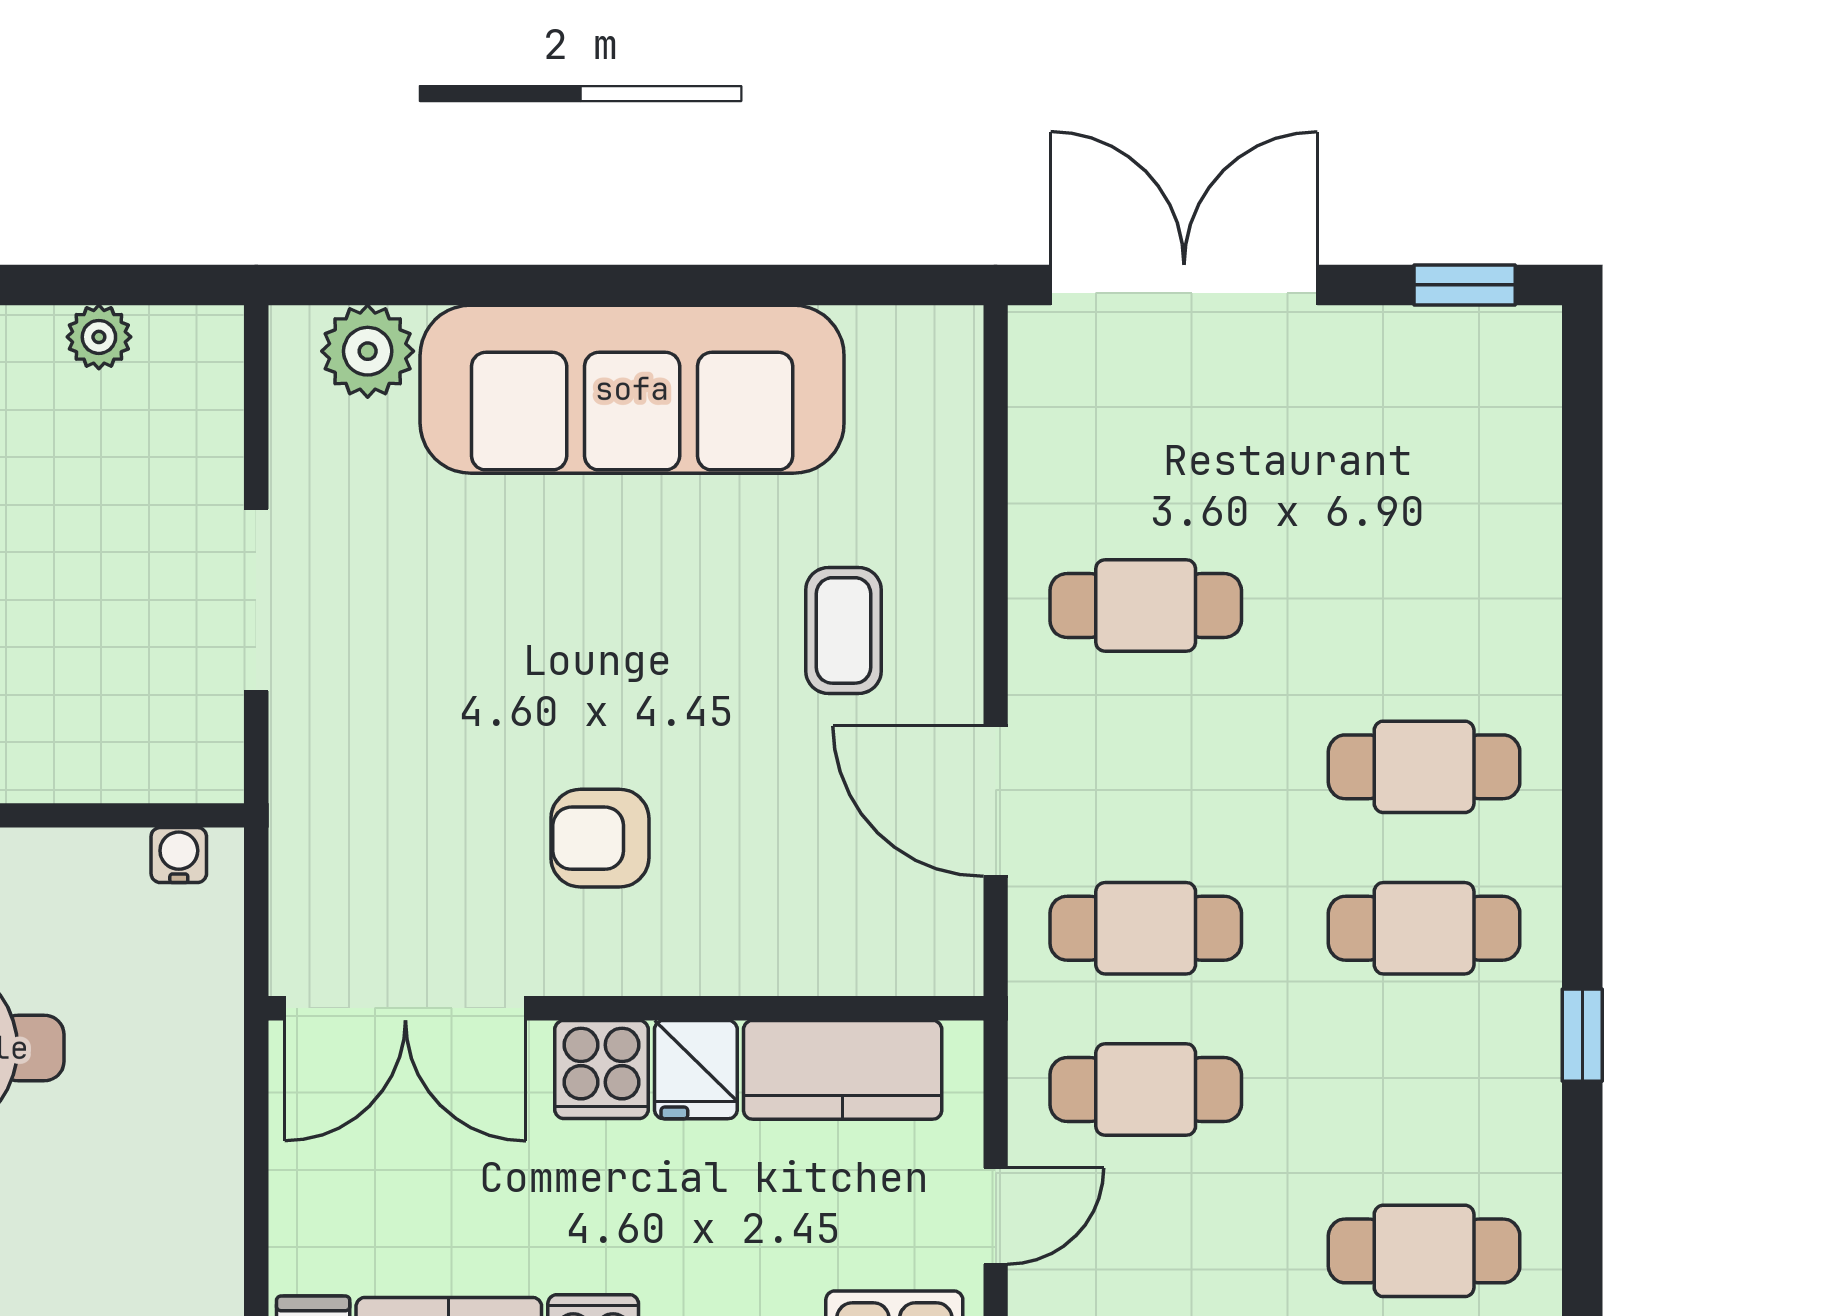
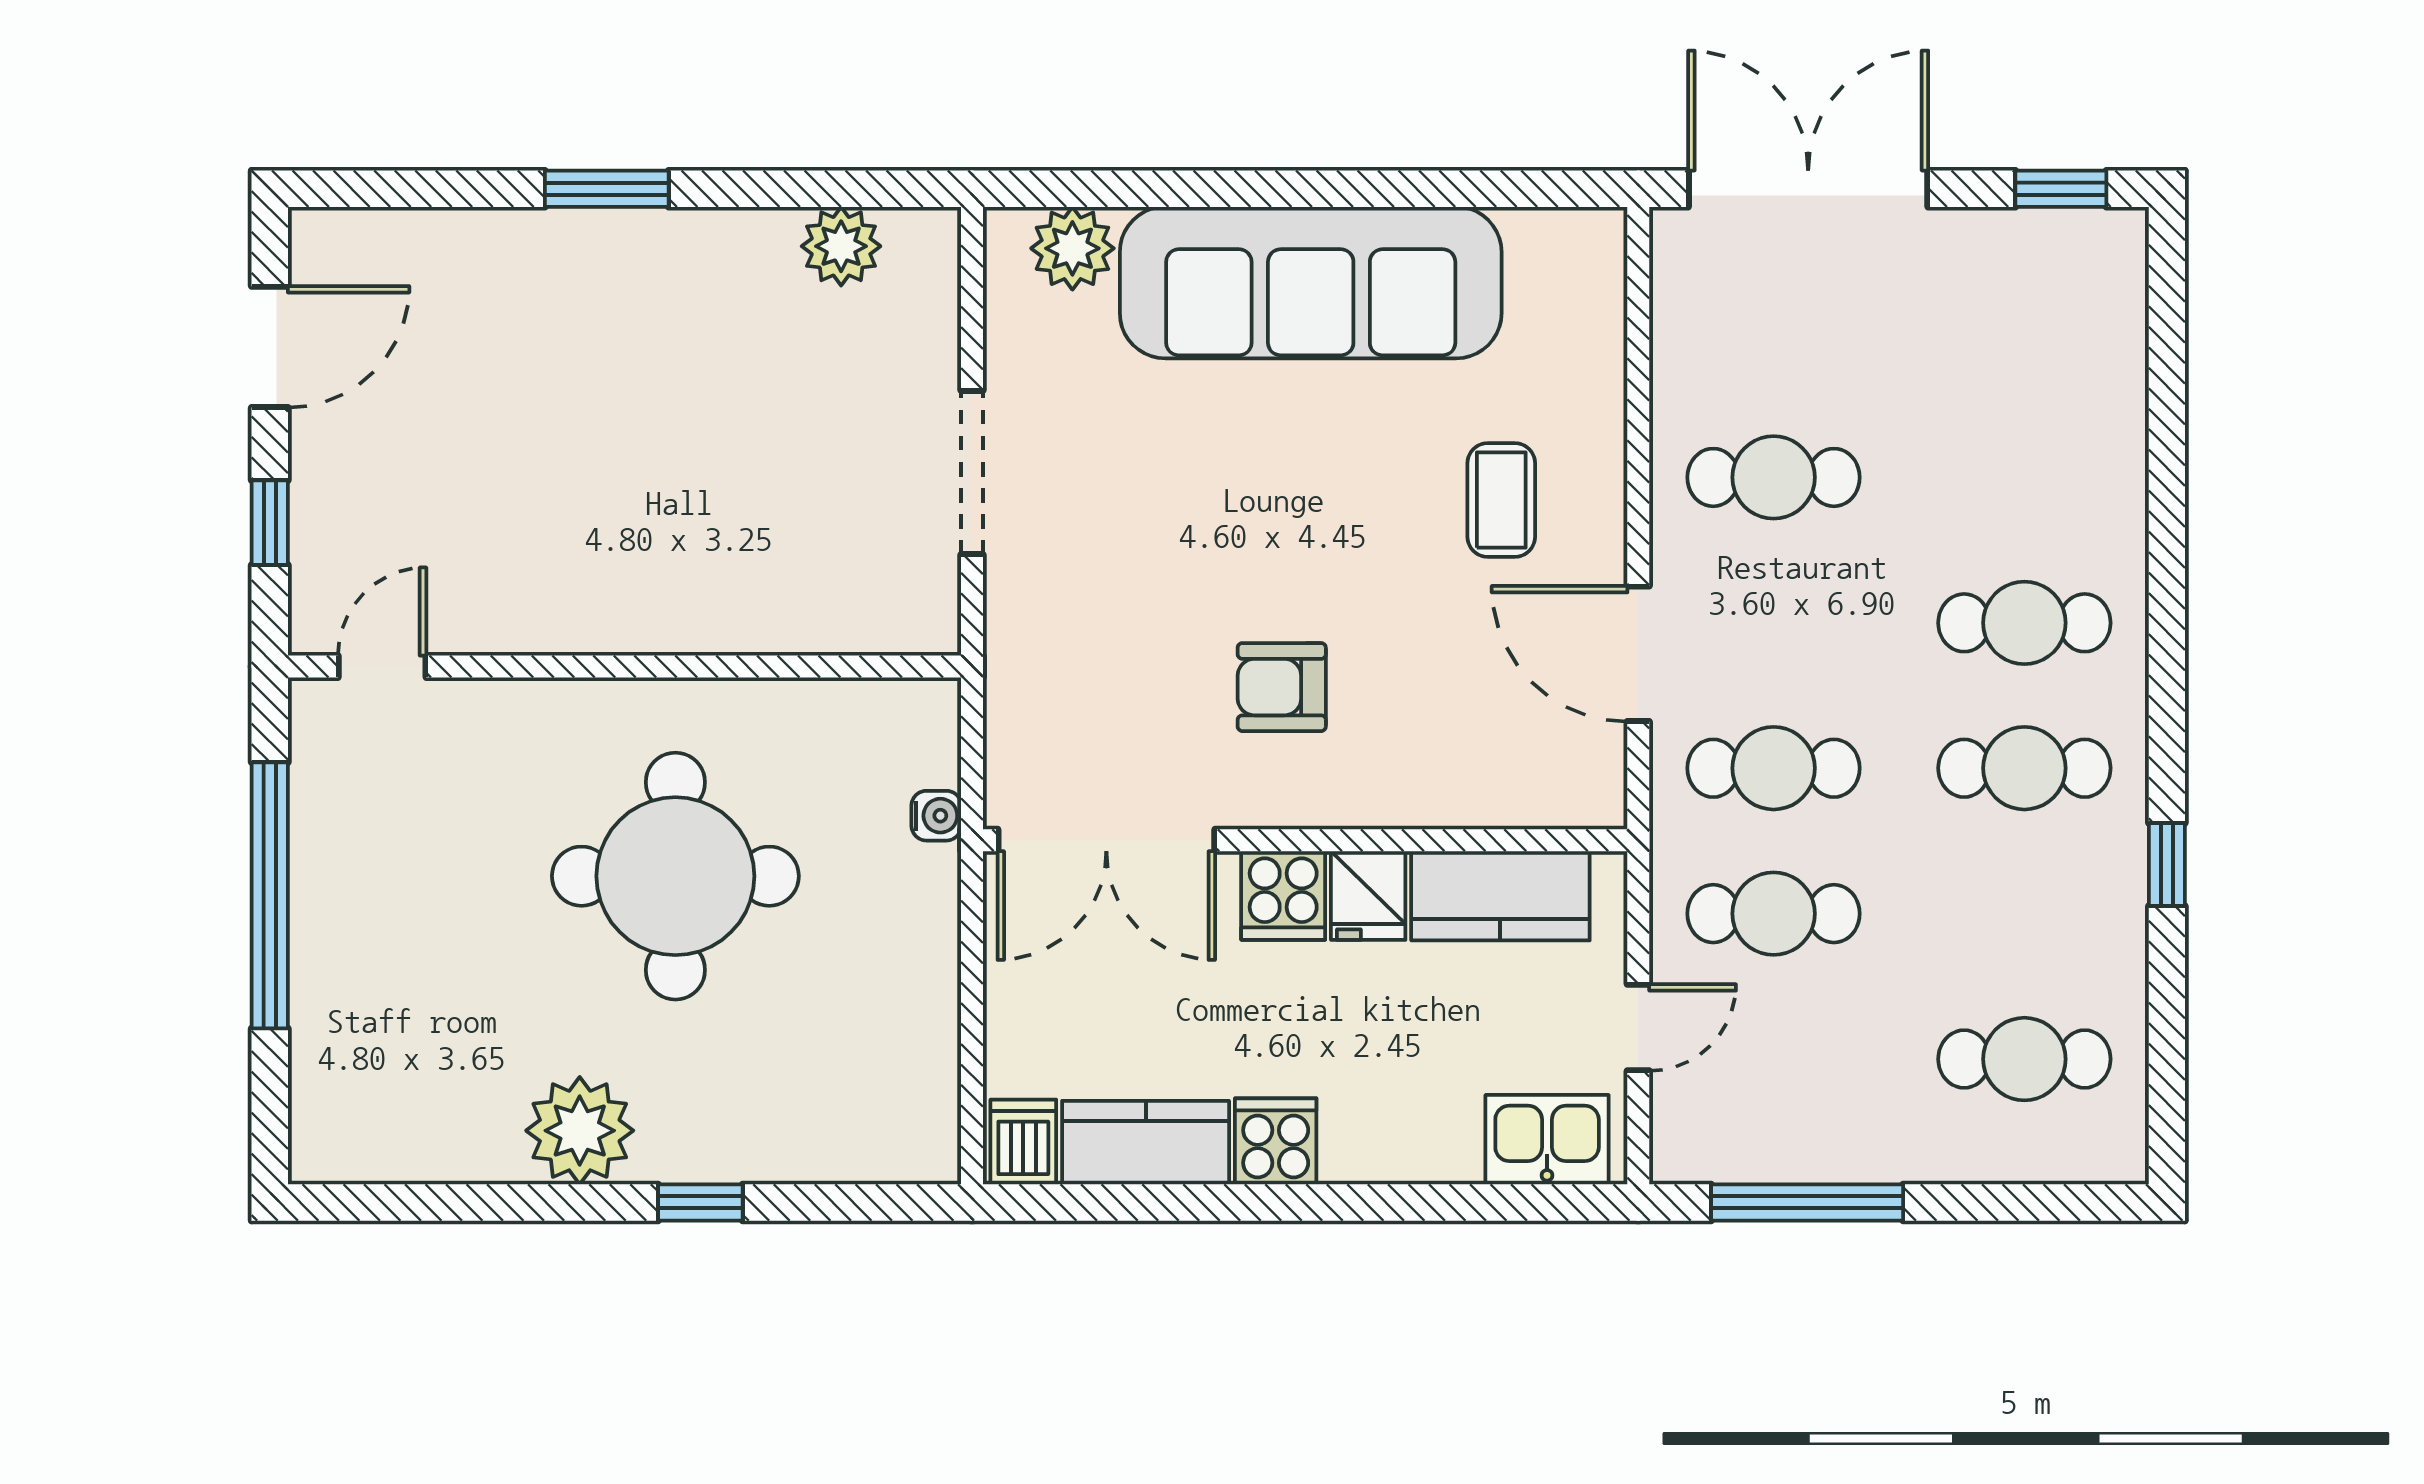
plant: (99, 337) -> (841, 246), width x1.38, depth x1.38
water cooler: (179, 855) -> (936, 816), moved, turned 90

